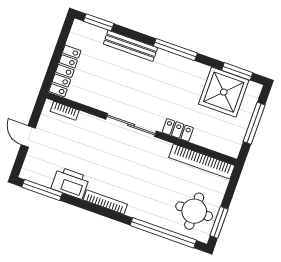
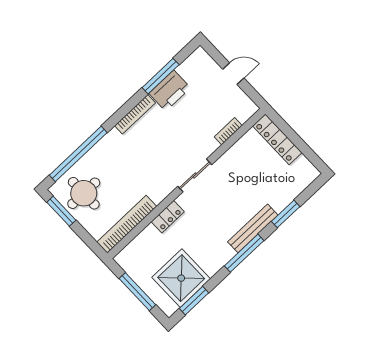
window: (99, 22) -> (286, 214), moved
bench: (130, 46) -> (253, 228), moved
bookcase: (65, 111) -> (228, 131), moved
sliding door: (131, 125) -> (195, 175), width x0.73
window: (42, 190) -> (161, 76), moved

